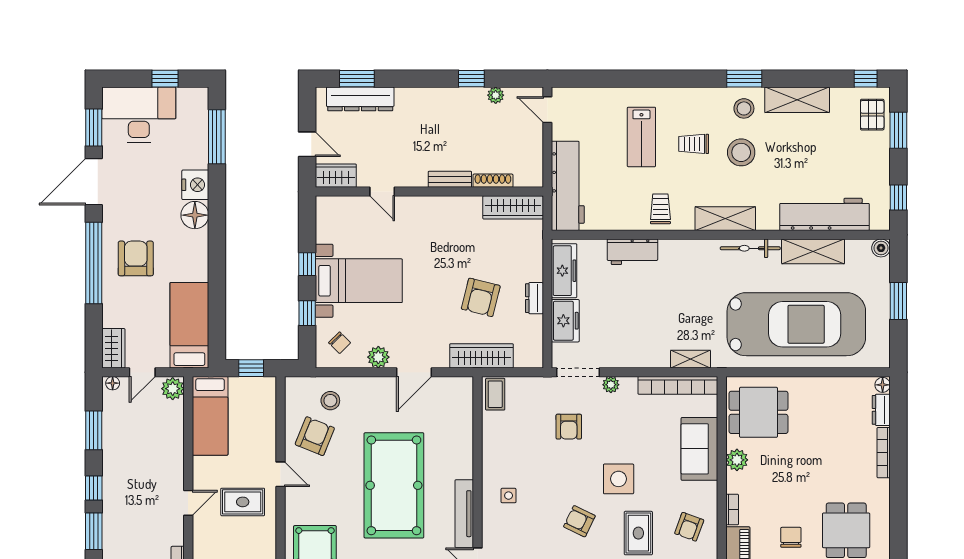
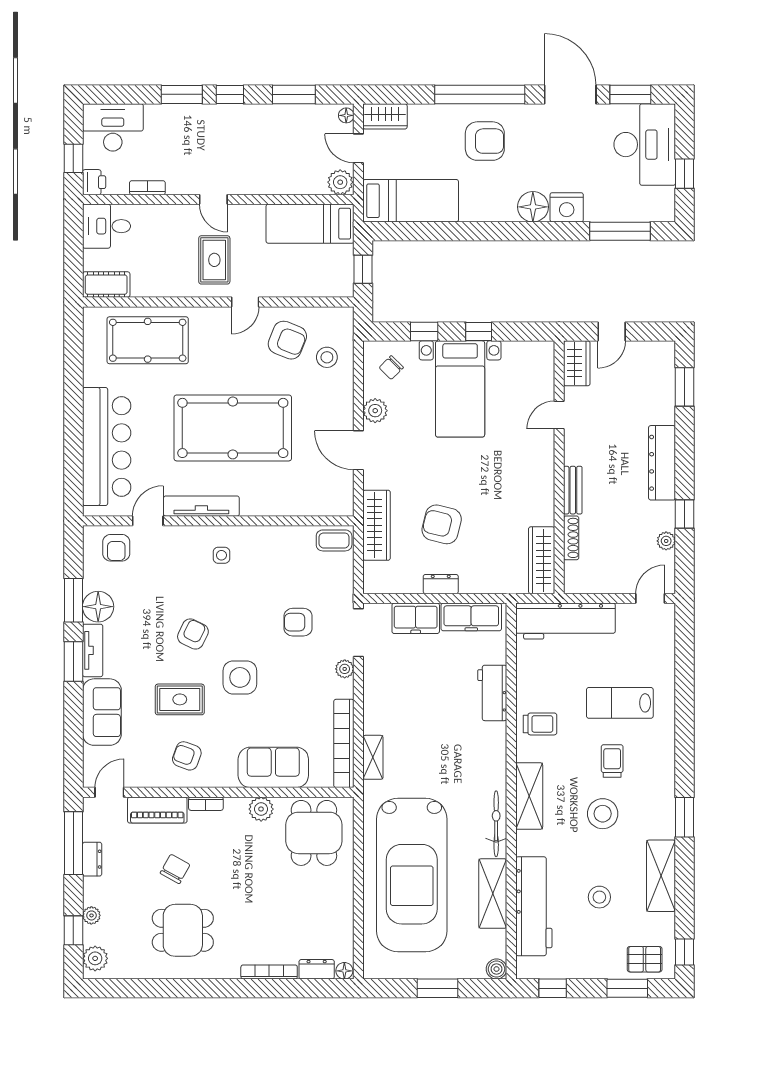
dresser: (360, 99) -> (662, 463), moved
stool: (744, 108) -> (599, 897), moved
chair: (791, 537) -> (175, 869), turned -61

